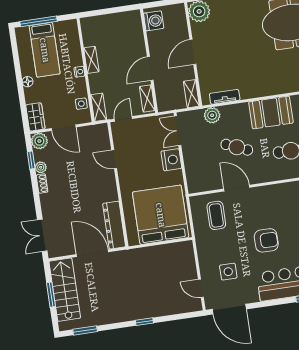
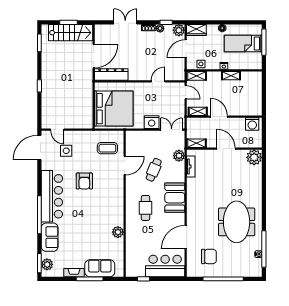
double door: (42, 235) -> (125, 22), moved
door: (201, 288) -> (57, 130), swing flipped

